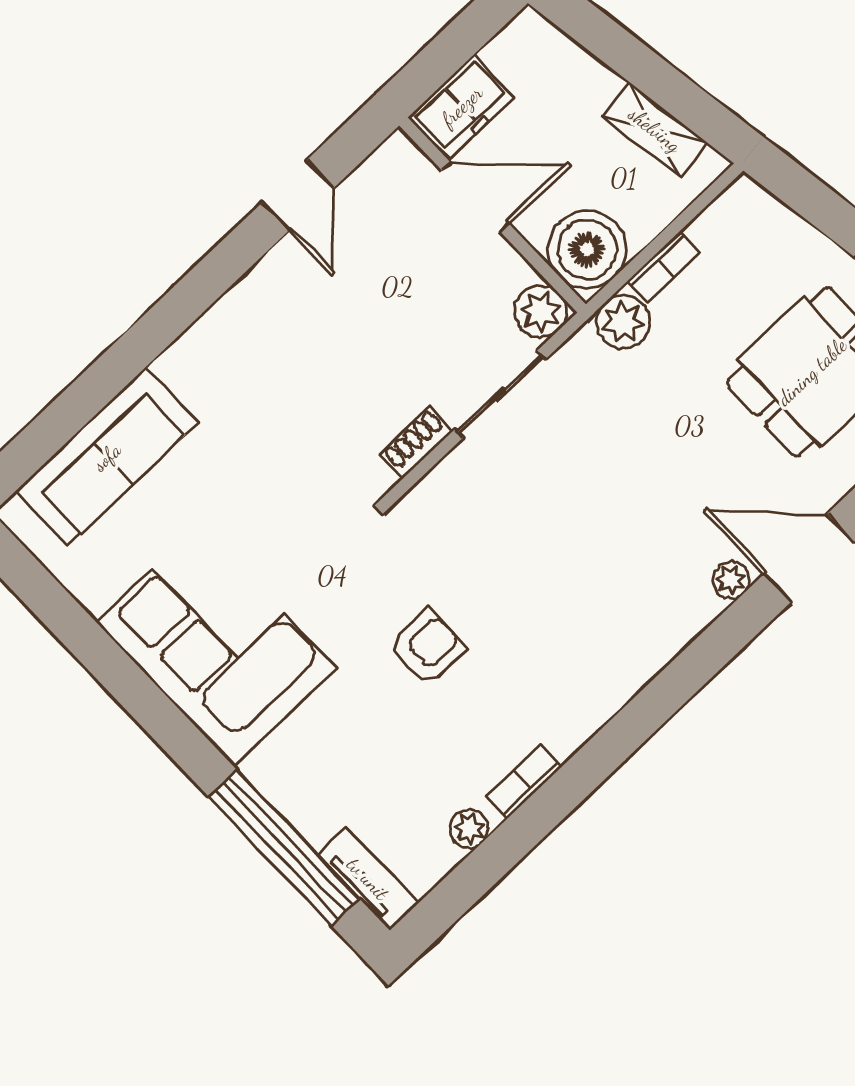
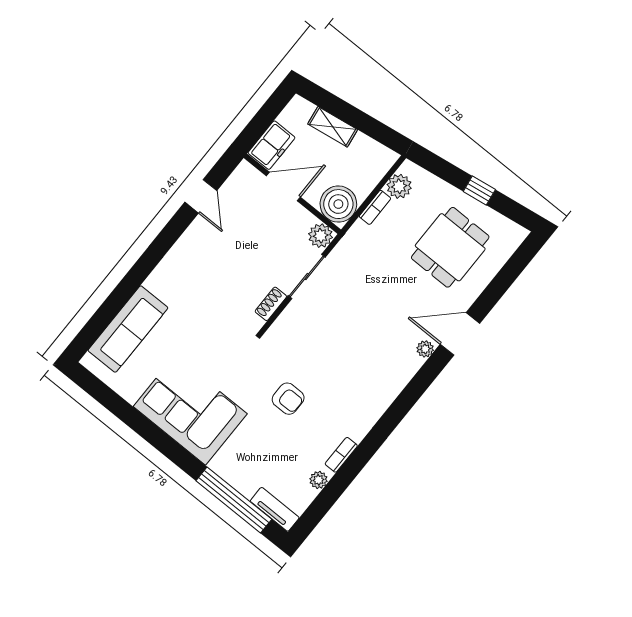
shelving: (655, 130) -> (333, 127), moved
plant: (623, 322) -> (399, 186), moved
armchair: (427, 648) -> (288, 399), turned 90

